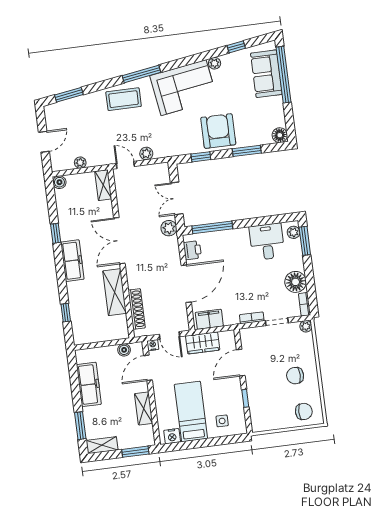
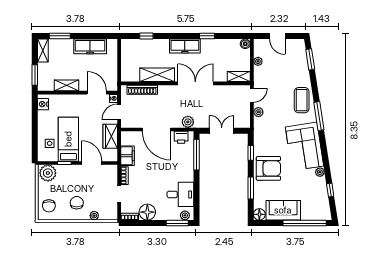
sofa: (266, 74) -> (283, 210), moved
plant: (169, 228) -> (188, 122), moved
filing cabinet: (209, 319) -> (127, 156), moved
plant: (306, 326) -> (94, 216), moved
boiler: (124, 350) -> (113, 76), removed
bed: (191, 411) -> (68, 139), moved, turned -90
plant: (261, 418) -> (48, 173), added

